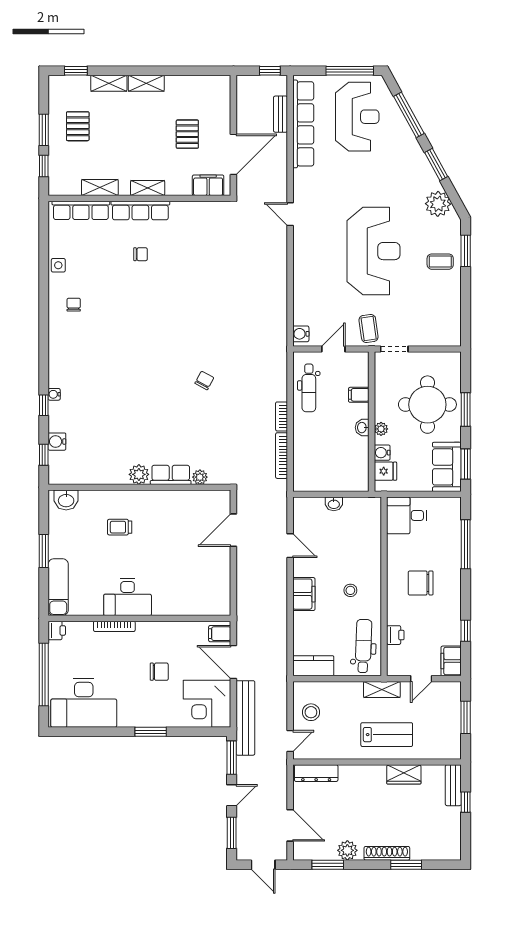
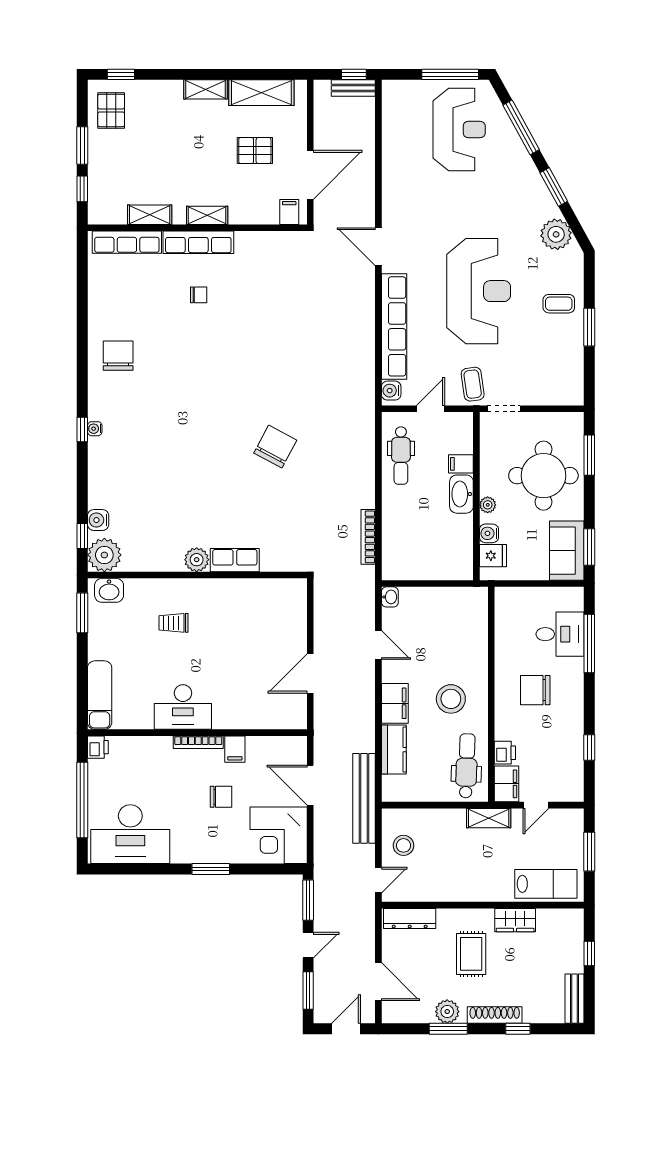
shelving: (109, 83) -> (261, 93), moved, width x1.50, depth x1.33
bench: (281, 114) -> (353, 88), moved, turned 90
row of seats: (303, 124) -> (394, 326), moved
pallet: (78, 126) -> (111, 110), moved
pallet: (187, 134) -> (255, 151), turned 90
filing cabinet: (208, 185) -> (289, 212), width x0.50
door: (290, 214) -> (378, 247), width x1.38
window: (466, 251) -> (589, 327), moved
side table: (58, 265) -> (100, 308), removed
chair: (74, 305) -> (118, 356), width x1.87, depth x1.87
chair: (204, 380) -> (275, 447), width x1.87, depth x1.87
water cooler: (54, 394) -> (95, 429), moved
window: (44, 405) -> (82, 429), moved
window: (466, 409) -> (589, 455), moved
bookcase: (282, 416) -> (368, 490), removed
washbasin: (362, 428) -> (461, 494), width x1.91, depth x1.45
plant: (200, 477) -> (104, 555), moved, width x1.88, depth x1.88
washbasin: (334, 504) -> (390, 597), moved, turned -90
desk: (407, 515) -> (560, 634), moved, turned 180
door: (233, 530) -> (310, 674), moved
window: (44, 551) -> (82, 613), moved
stool: (350, 590) -> (451, 699), width x1.89, depth x1.89
bookcase: (114, 626) -> (198, 742), moved
filing cabinet: (220, 634) -> (235, 749), moved, turned -90
filing cabinet: (451, 661) -> (507, 784), moved, turned 180
kitchen counter: (313, 666) -> (394, 750), moved, turned 90
bench: (245, 718) -> (364, 798), moved
lab bench: (387, 735) -> (546, 884), moved
bench: (453, 785) -> (575, 999), moved
rug: (367, 803) -> (471, 954), added
door: (263, 865) -> (346, 1029), swing flipped
window: (328, 865) -> (448, 1029), moved
window: (406, 865) -> (518, 1029), width x0.67

